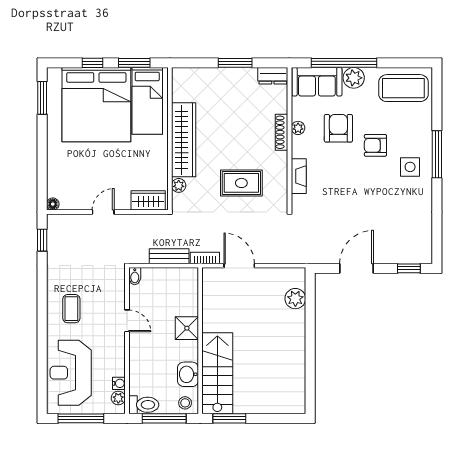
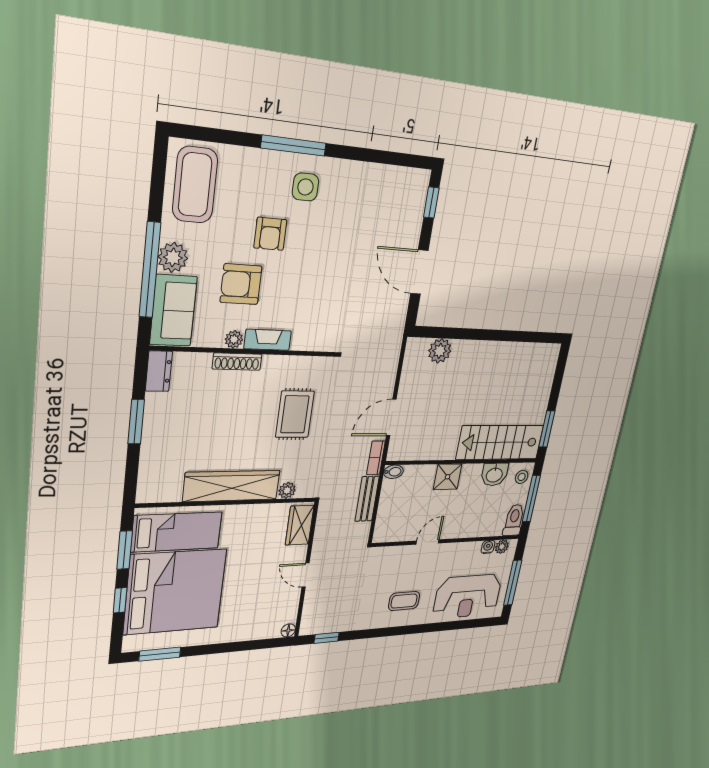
fireplace: (299, 176) -> (268, 340), moved
bidet: (135, 276) -> (393, 472), moved

